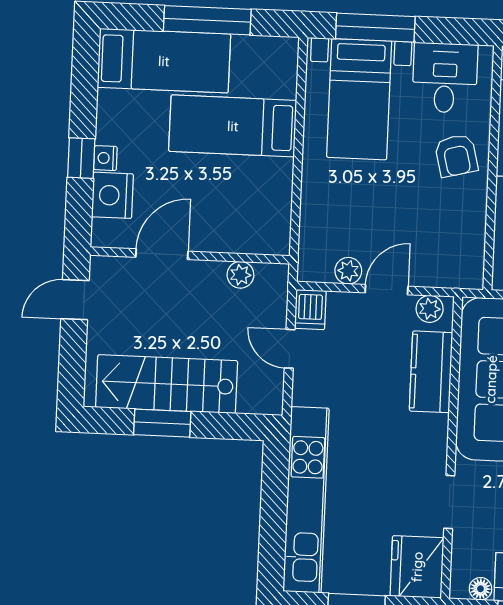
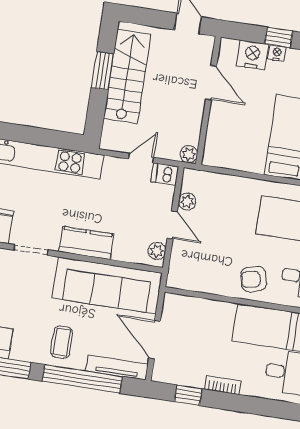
plant: (240, 275) -> (189, 154), moved
kitchen counter: (431, 372) -> (86, 243), moved

